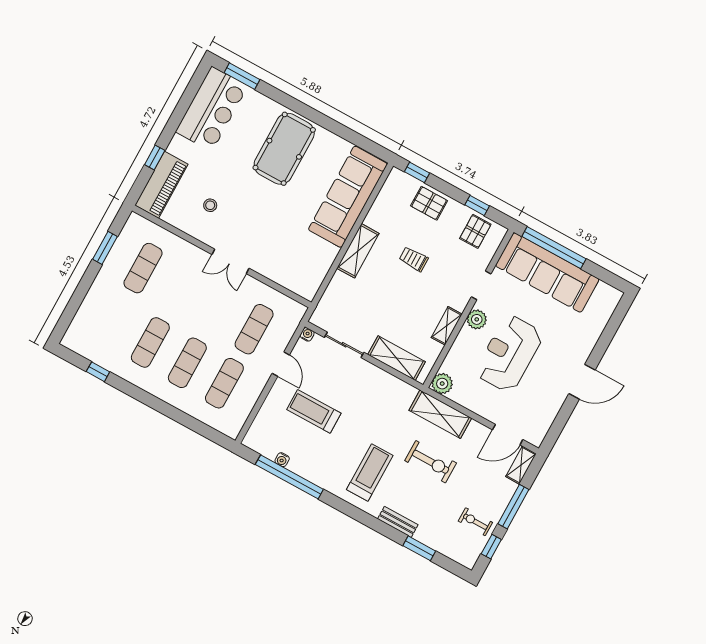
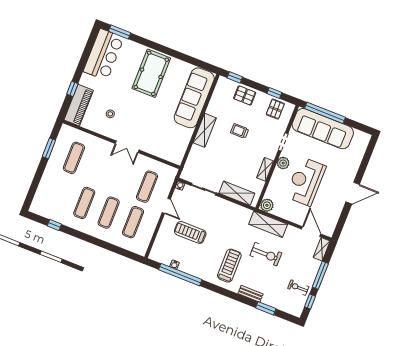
door: (508, 435) -> (311, 231), swing flipped

